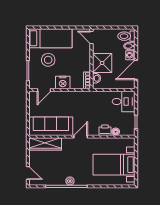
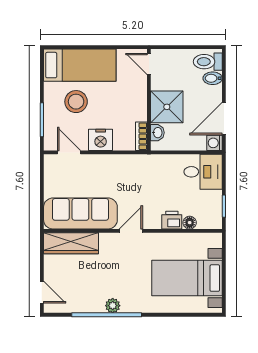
washing machine: (130, 55) -> (214, 143), moved
door: (44, 90) -> (69, 152), swing flipped

